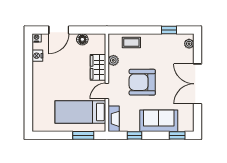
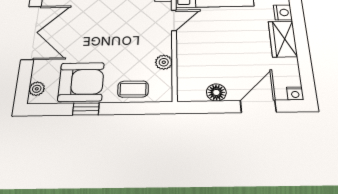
window: (169, 30) -> (86, 109), moved
nightstand: (37, 56) -> (283, 13), moved
wardrobe: (98, 67) -> (283, 39), moved, turned 180
armchair: (142, 82) -> (81, 82), moved

